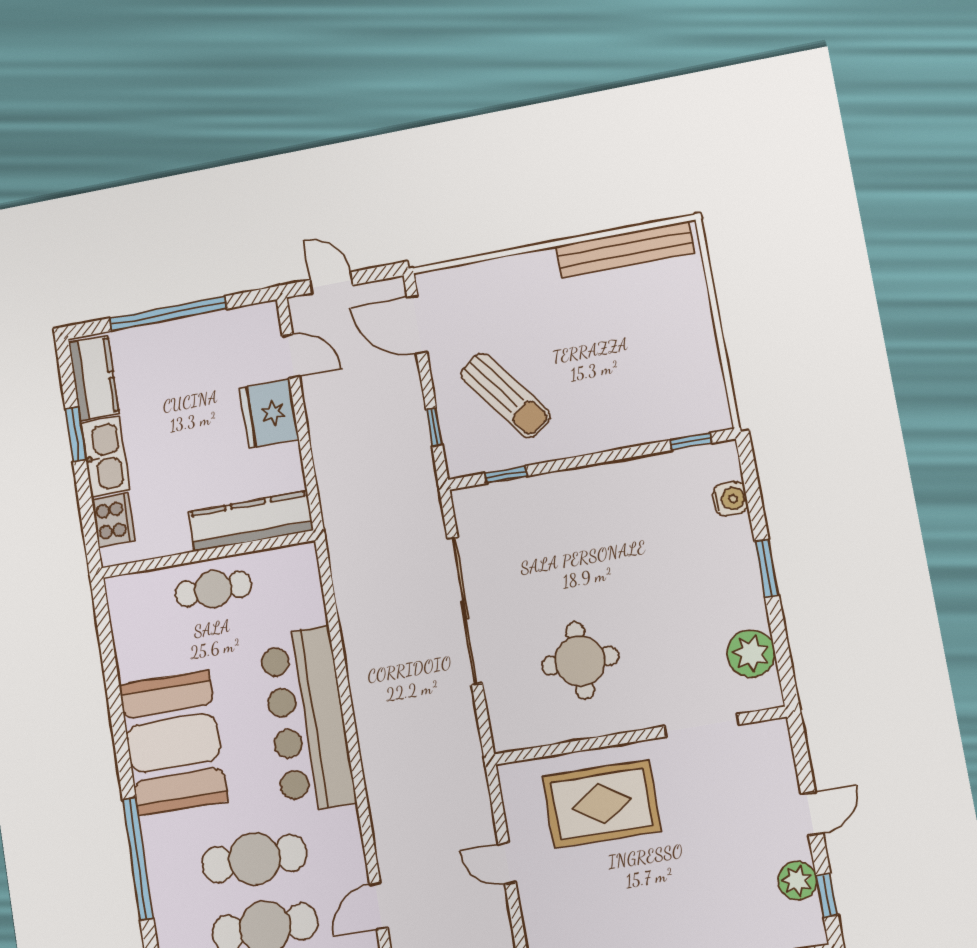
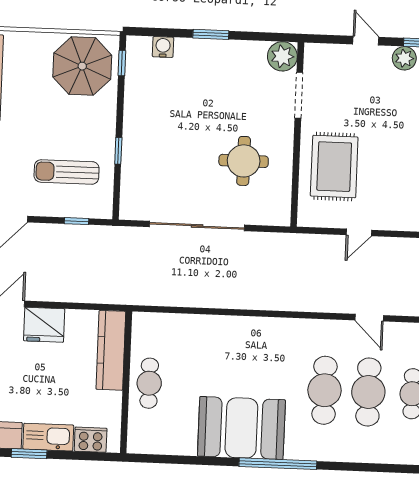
parasol: (673, 382) -> (82, 66), added
sun lounger: (505, 395) -> (67, 172), turned -143
window: (506, 475) -> (118, 151), moved
plant: (751, 653) -> (282, 56), moved
bar counter: (307, 720) -> (244, 339), removed
window: (138, 859) -> (278, 464), moved

